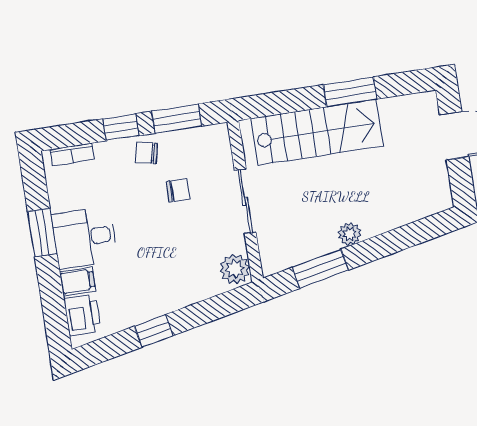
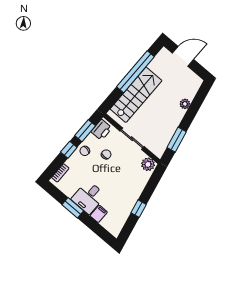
window: (350, 92) -> (135, 72), width x2.11
plant: (350, 234) -> (185, 104), moved
printer: (82, 315) -> (101, 130), moved, turned 90

